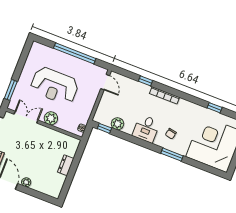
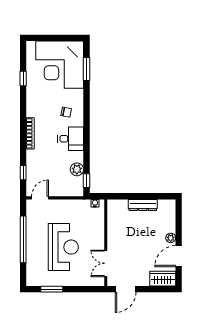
window: (145, 81) -> (23, 173), moved
window: (11, 90) -> (52, 289), moved
plant: (51, 118) -> (97, 238), removed
window: (172, 155) -> (86, 69), moved
dresser: (66, 165) -> (143, 205), width x1.44

